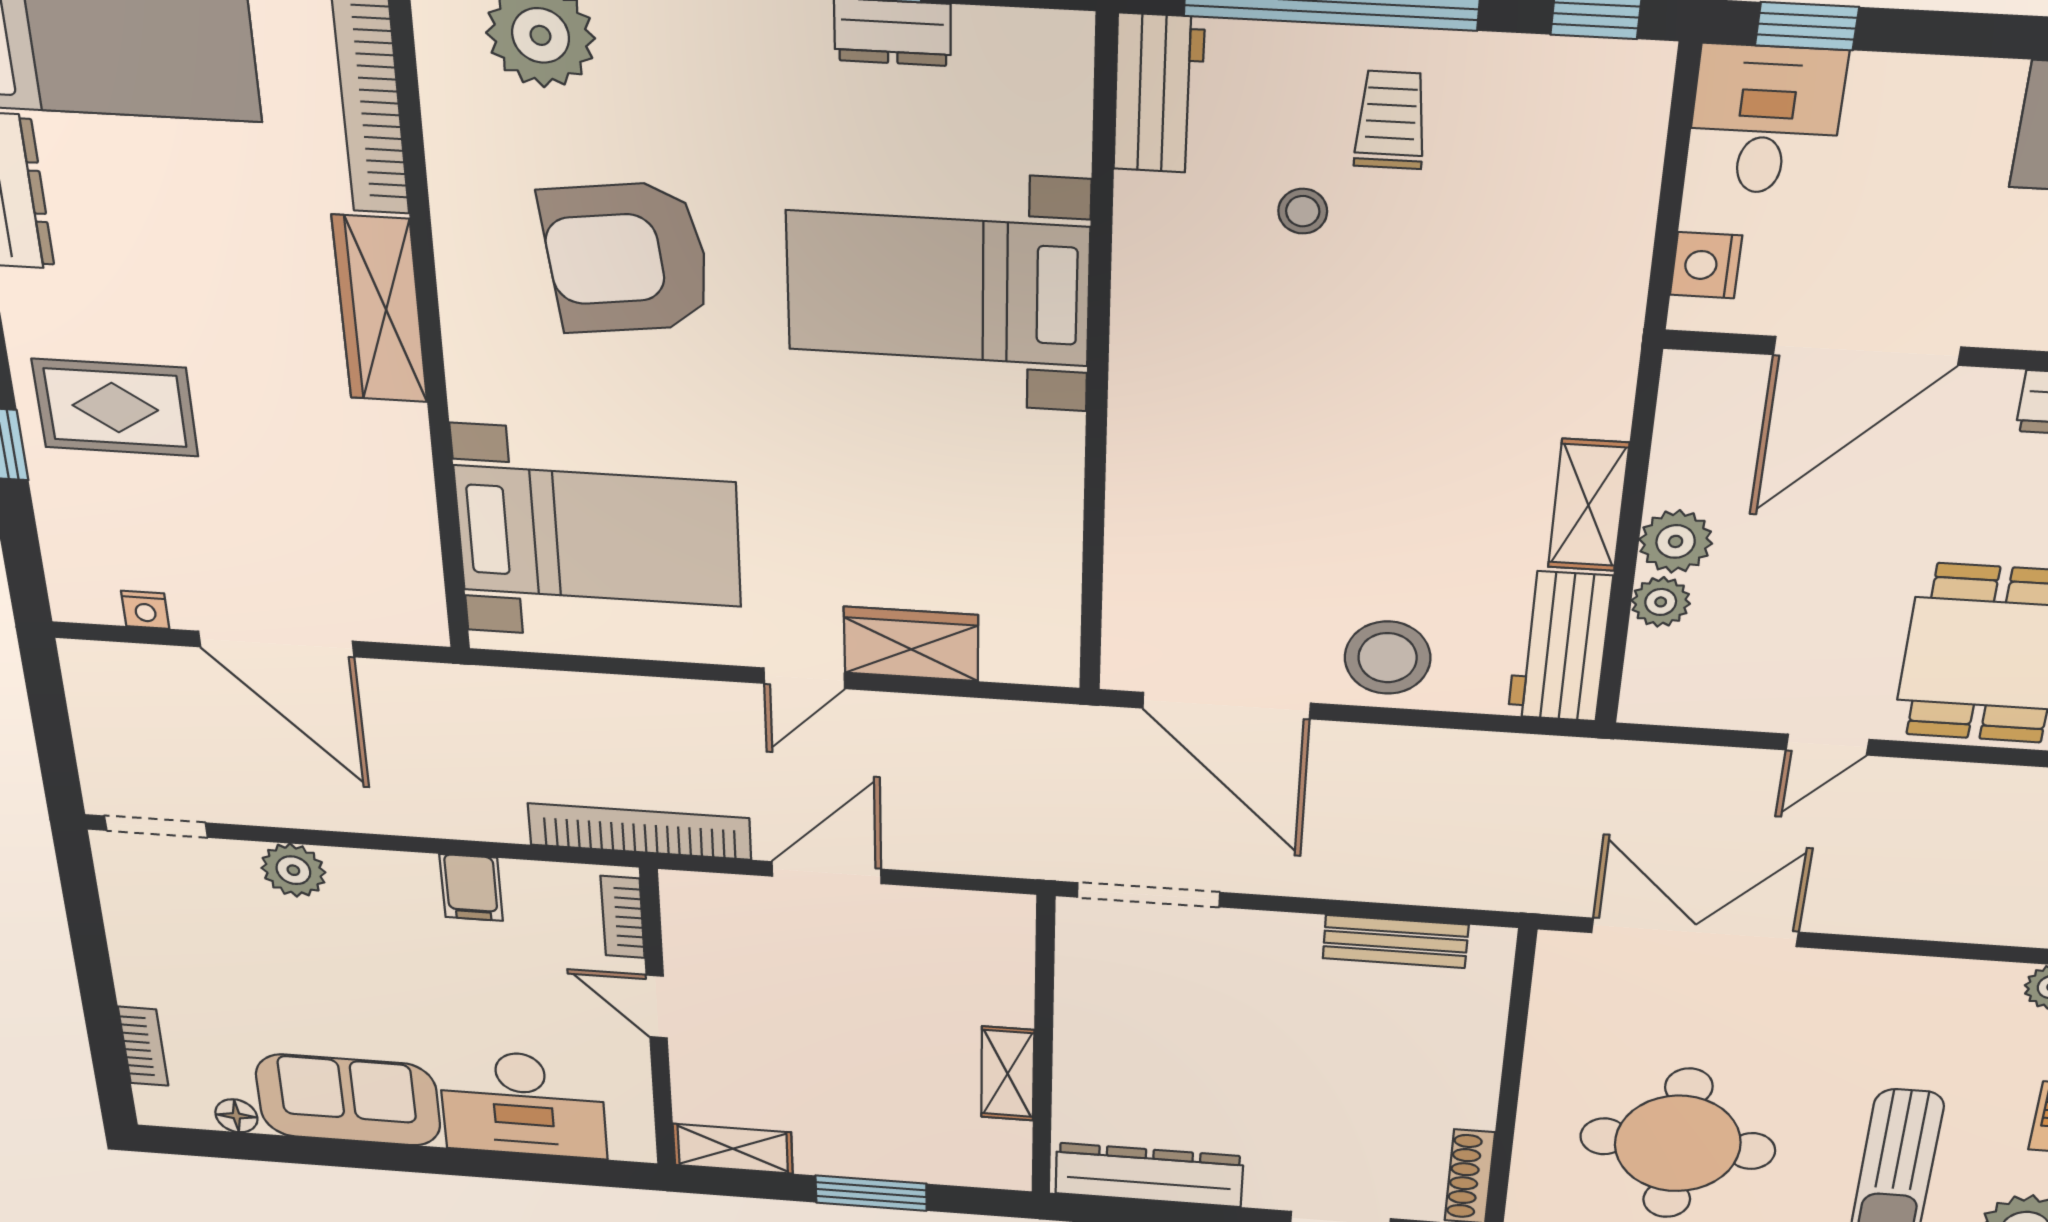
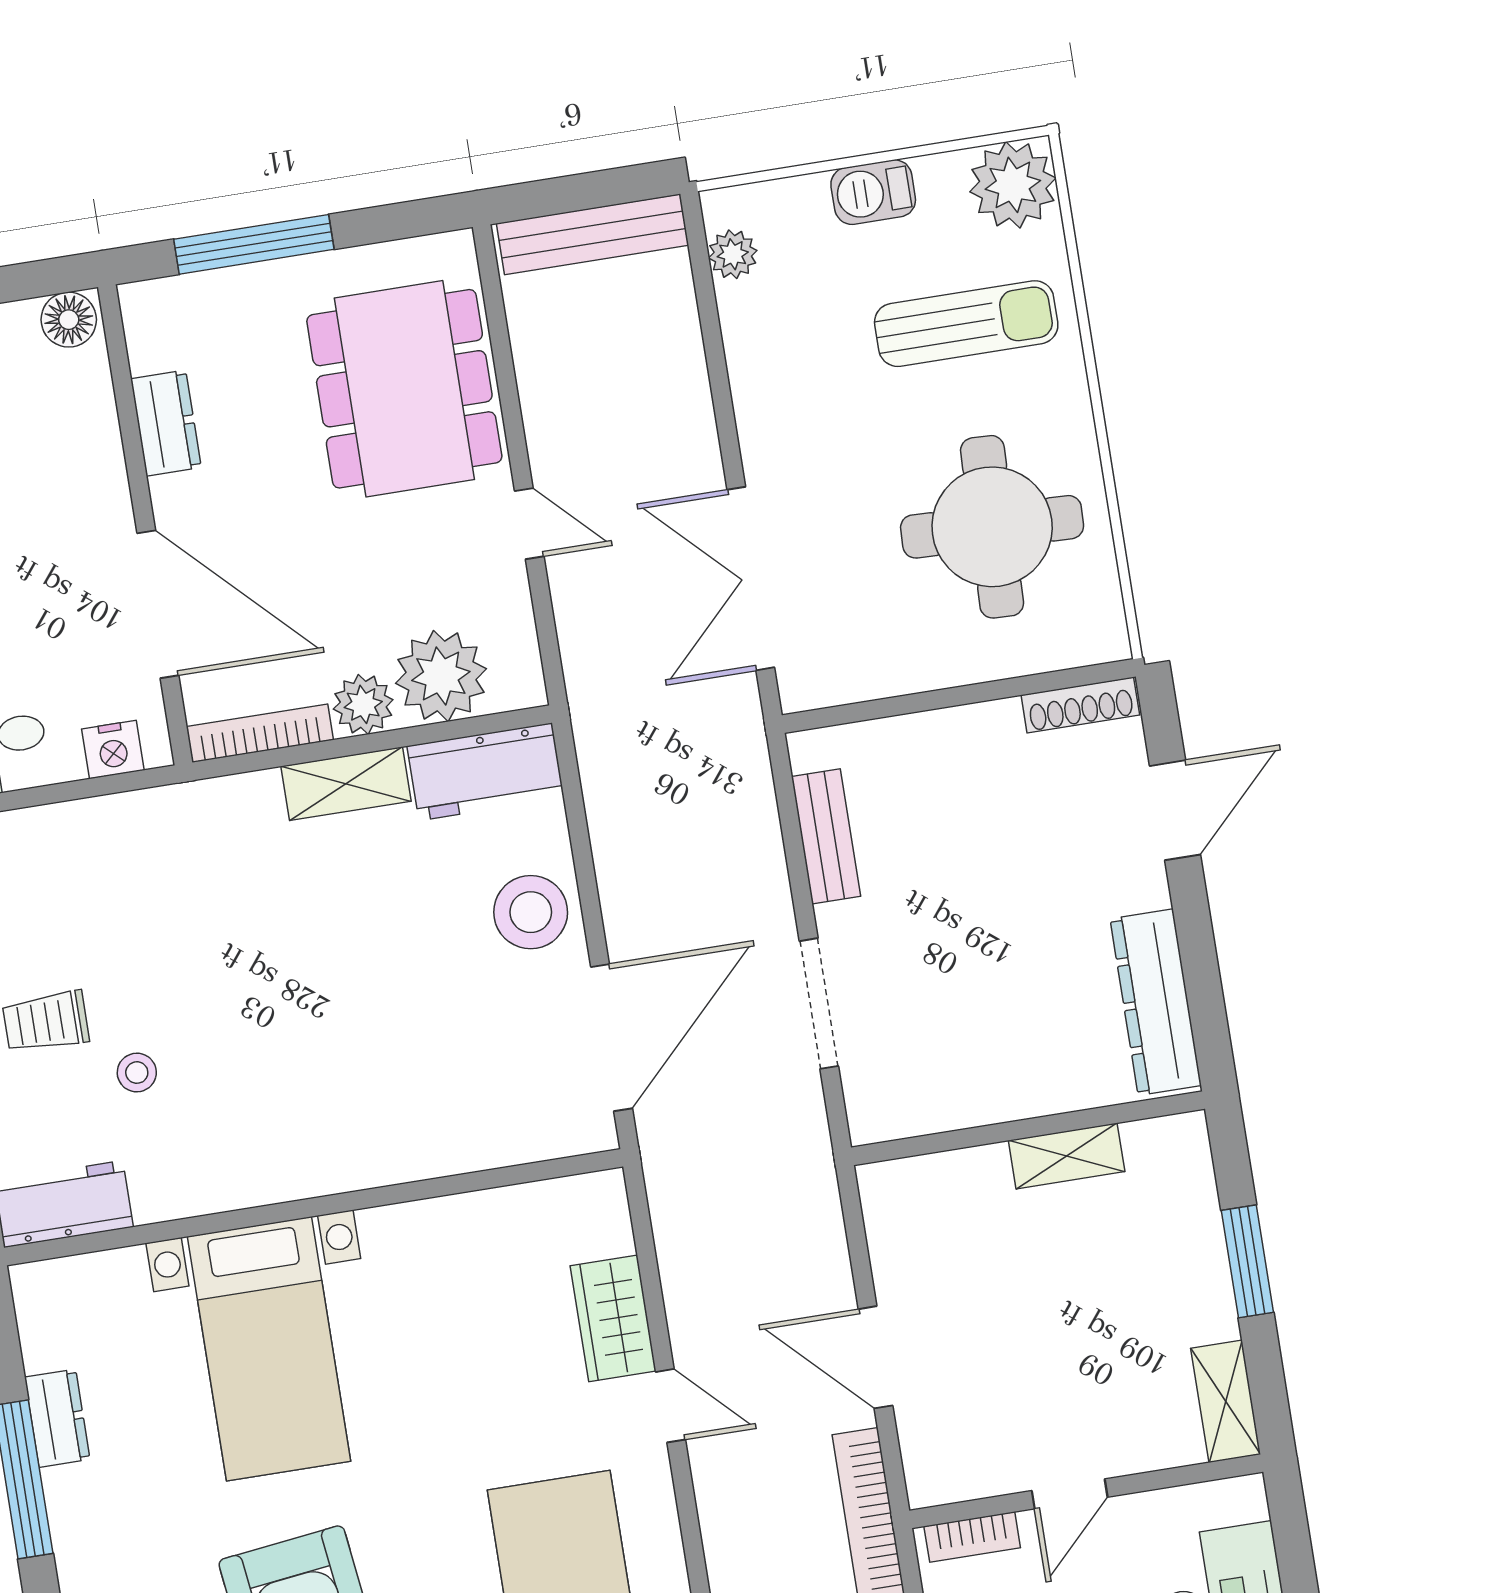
bookcase: (1676, 428) -> (260, 733), added
plant: (1661, 602) -> (441, 676), width x1.88, depth x1.88
doorway: (1148, 895) -> (819, 1004), moved

